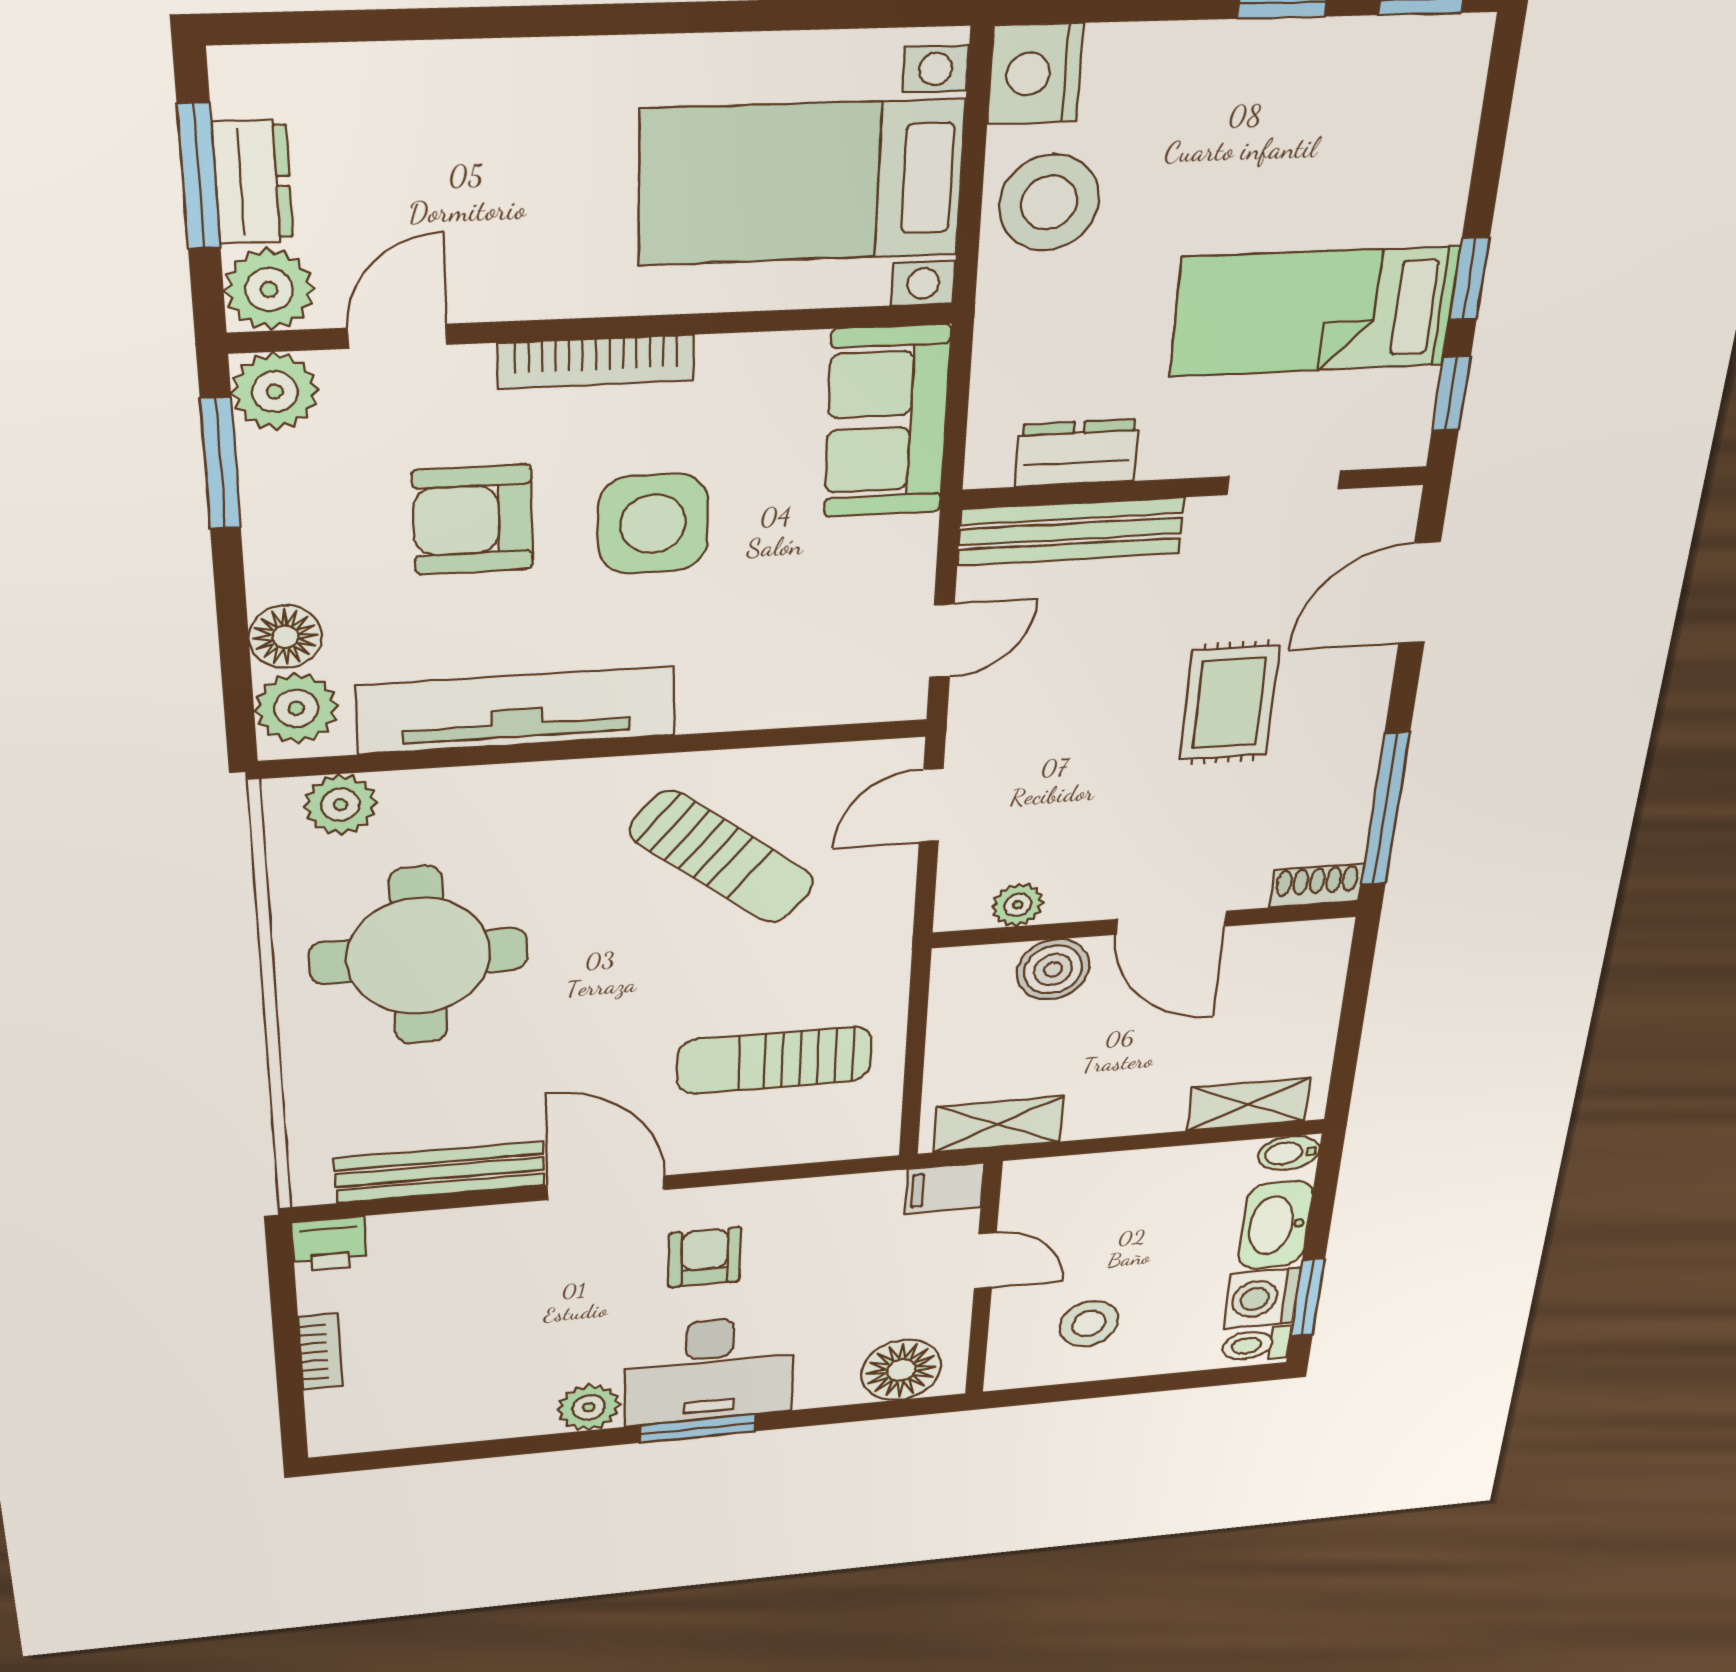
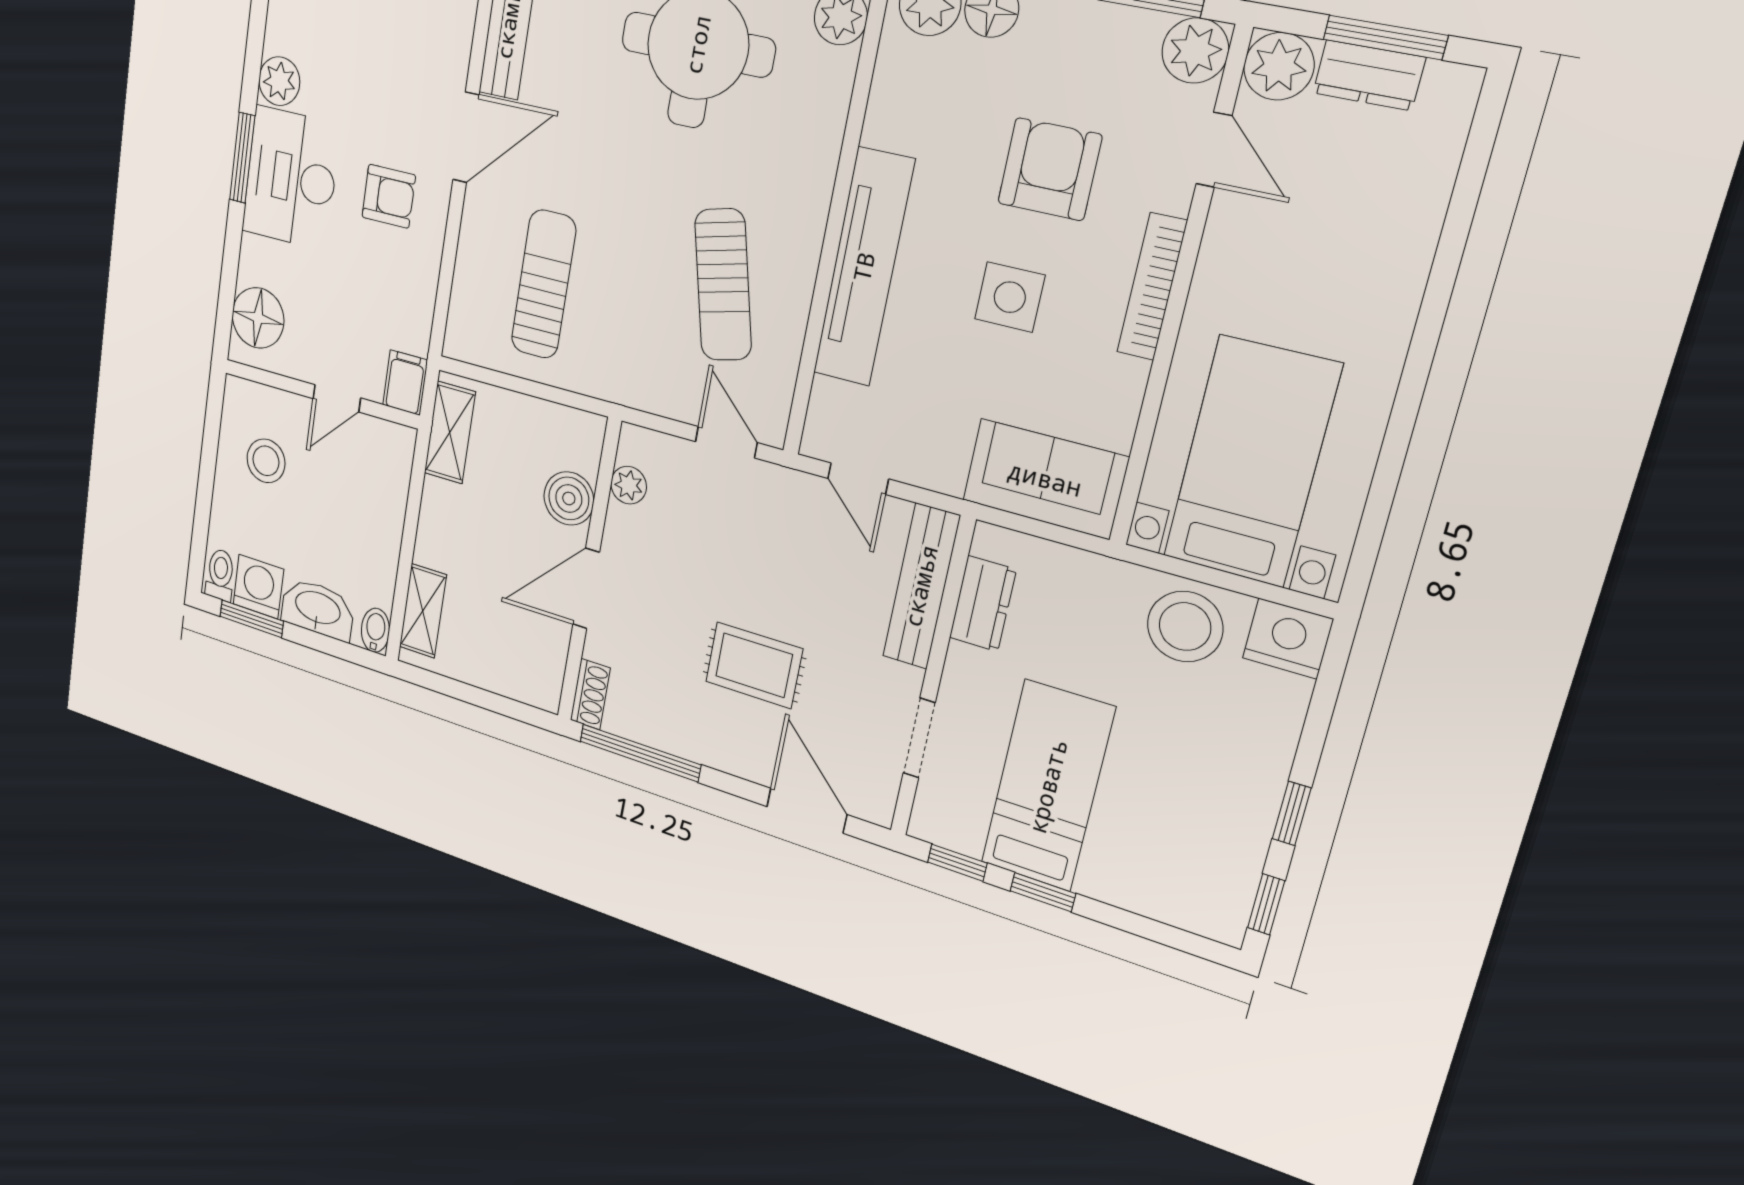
side table: (653, 524) -> (1010, 297), width x0.73, depth x0.73
tv unit: (517, 710) -> (864, 267), moved
sun lounger: (722, 857) -> (723, 285), turned -53

